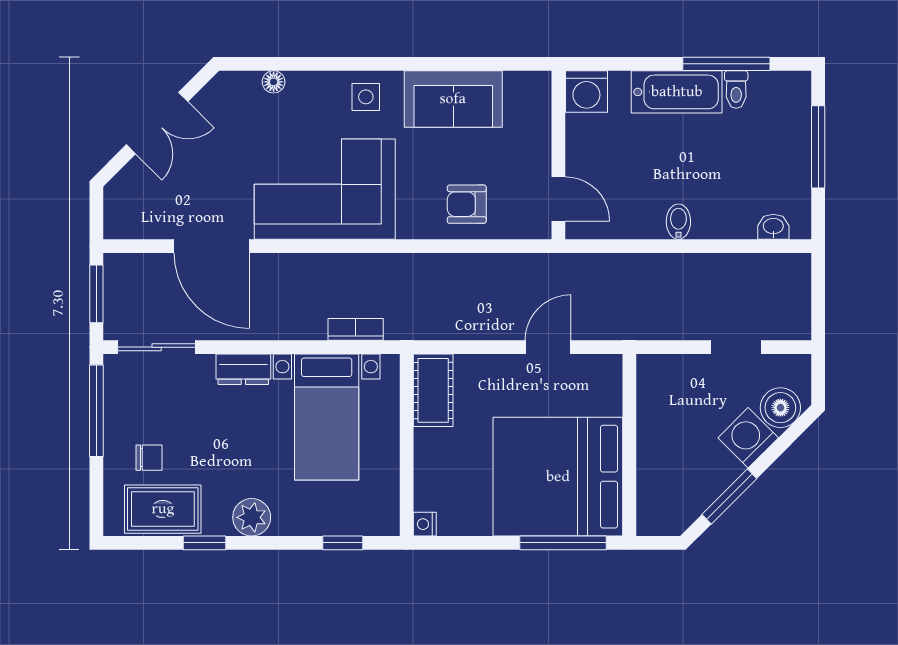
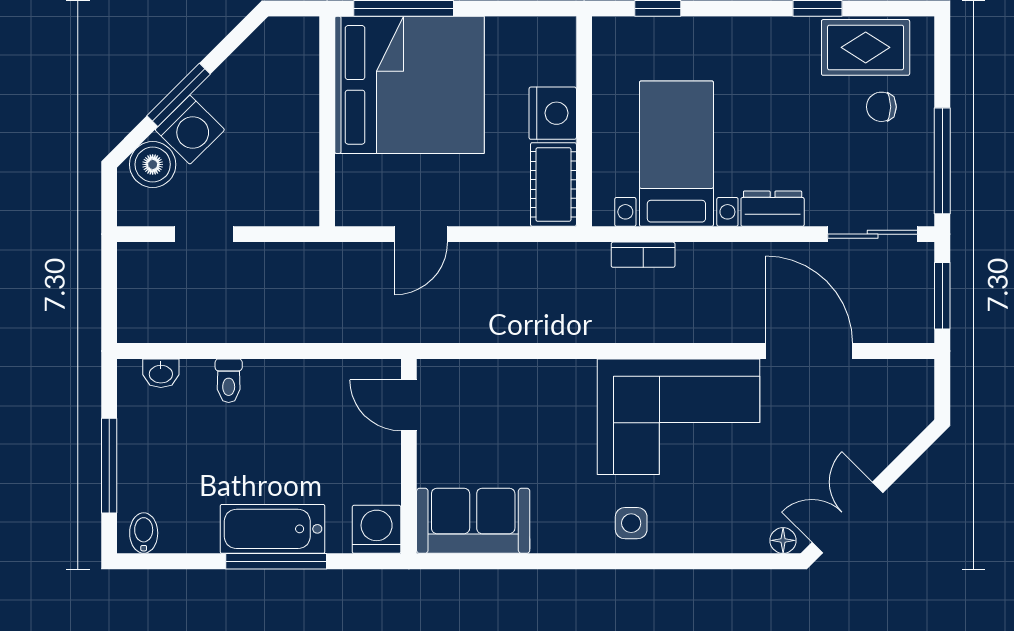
window: (726, 64) -> (276, 561), moved
floor lamp: (274, 82) -> (783, 540), moved
toilet: (736, 90) -> (229, 381), moved, turned 180
sofa: (453, 99) -> (473, 521), moved
double door: (157, 123) -> (847, 518), moved
armchair: (467, 204) -> (515, 399), removed
bidet: (678, 222) -> (144, 533), moved, turned 180
window: (729, 497) -> (179, 95), moved
plant: (252, 517) -> (763, 38), removed
nightstand: (425, 524) -> (553, 113), moved, width x1.89, depth x1.79

